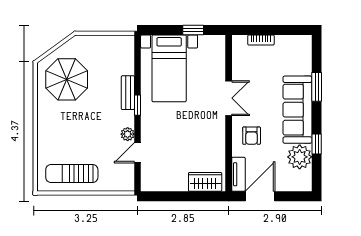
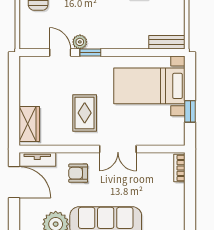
bookcase: (261, 40) -> (179, 168), moved
bench: (128, 93) -> (167, 42), moved
window: (138, 105) -> (90, 53), moved
rug: (195, 130) -> (85, 113), added

